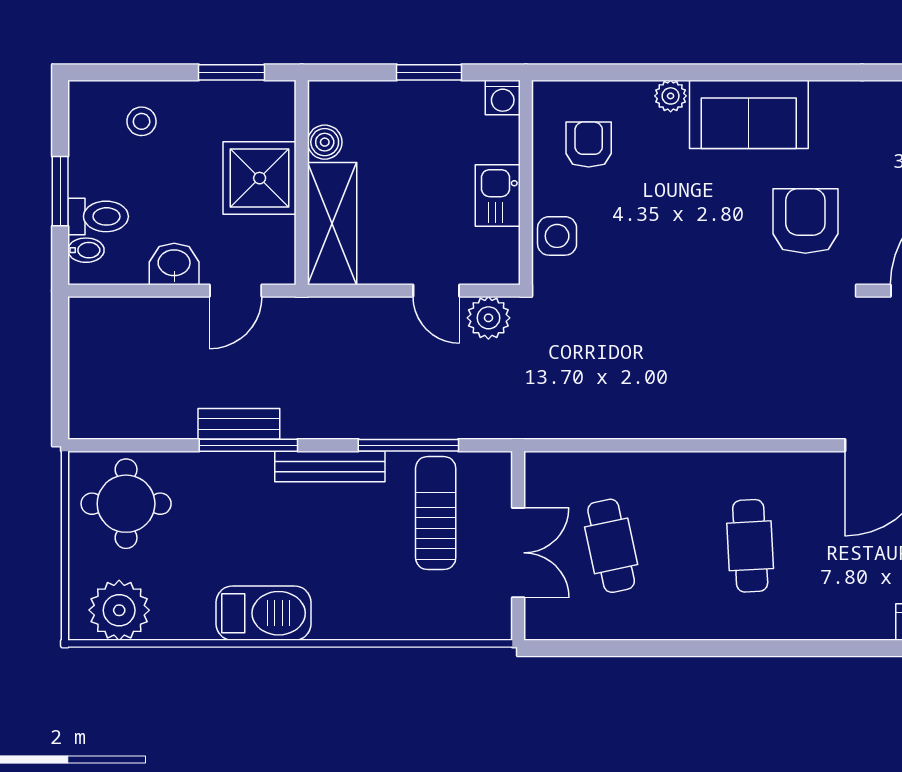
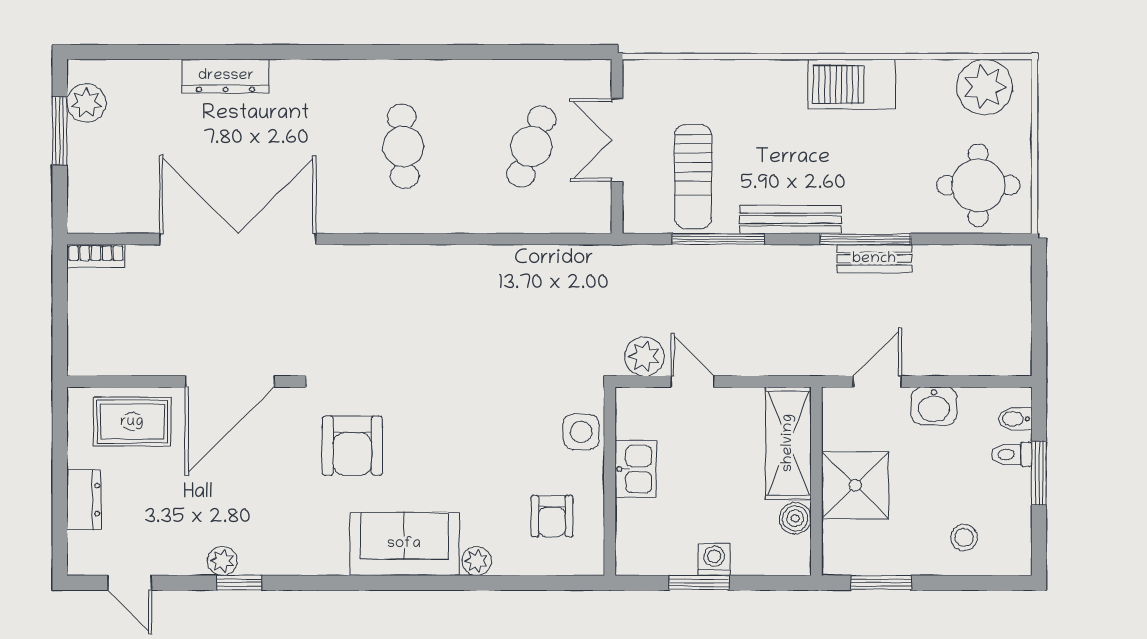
washing machine: (503, 97) -> (714, 559), moved
toilet: (98, 216) -> (1012, 454), width x0.73, depth x0.72
cafe table: (611, 546) -> (531, 146), turned 33

